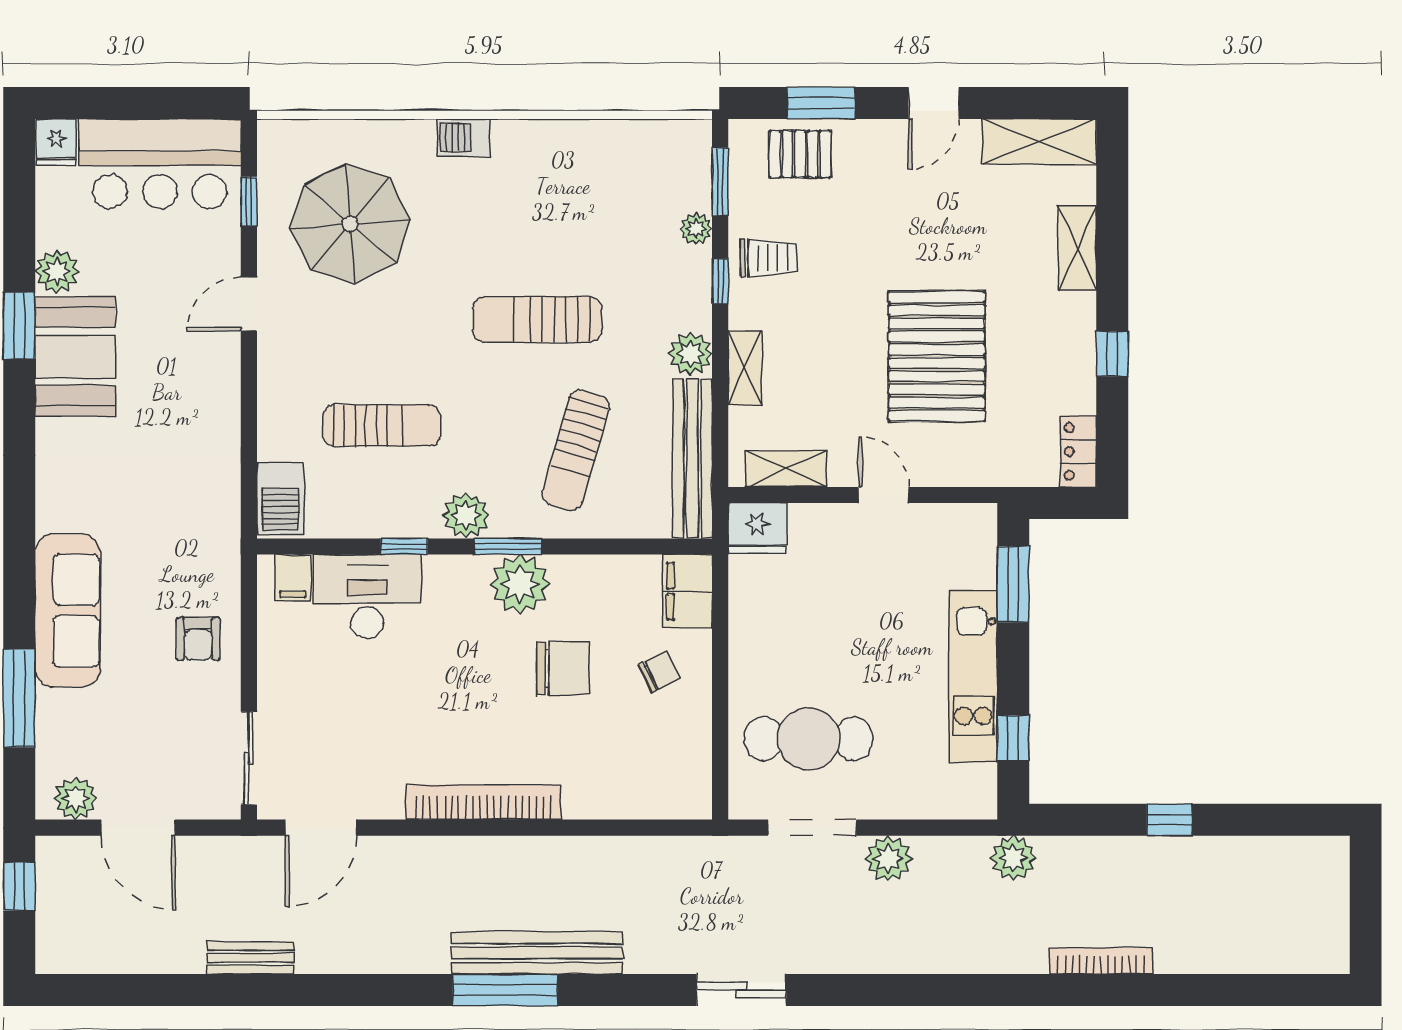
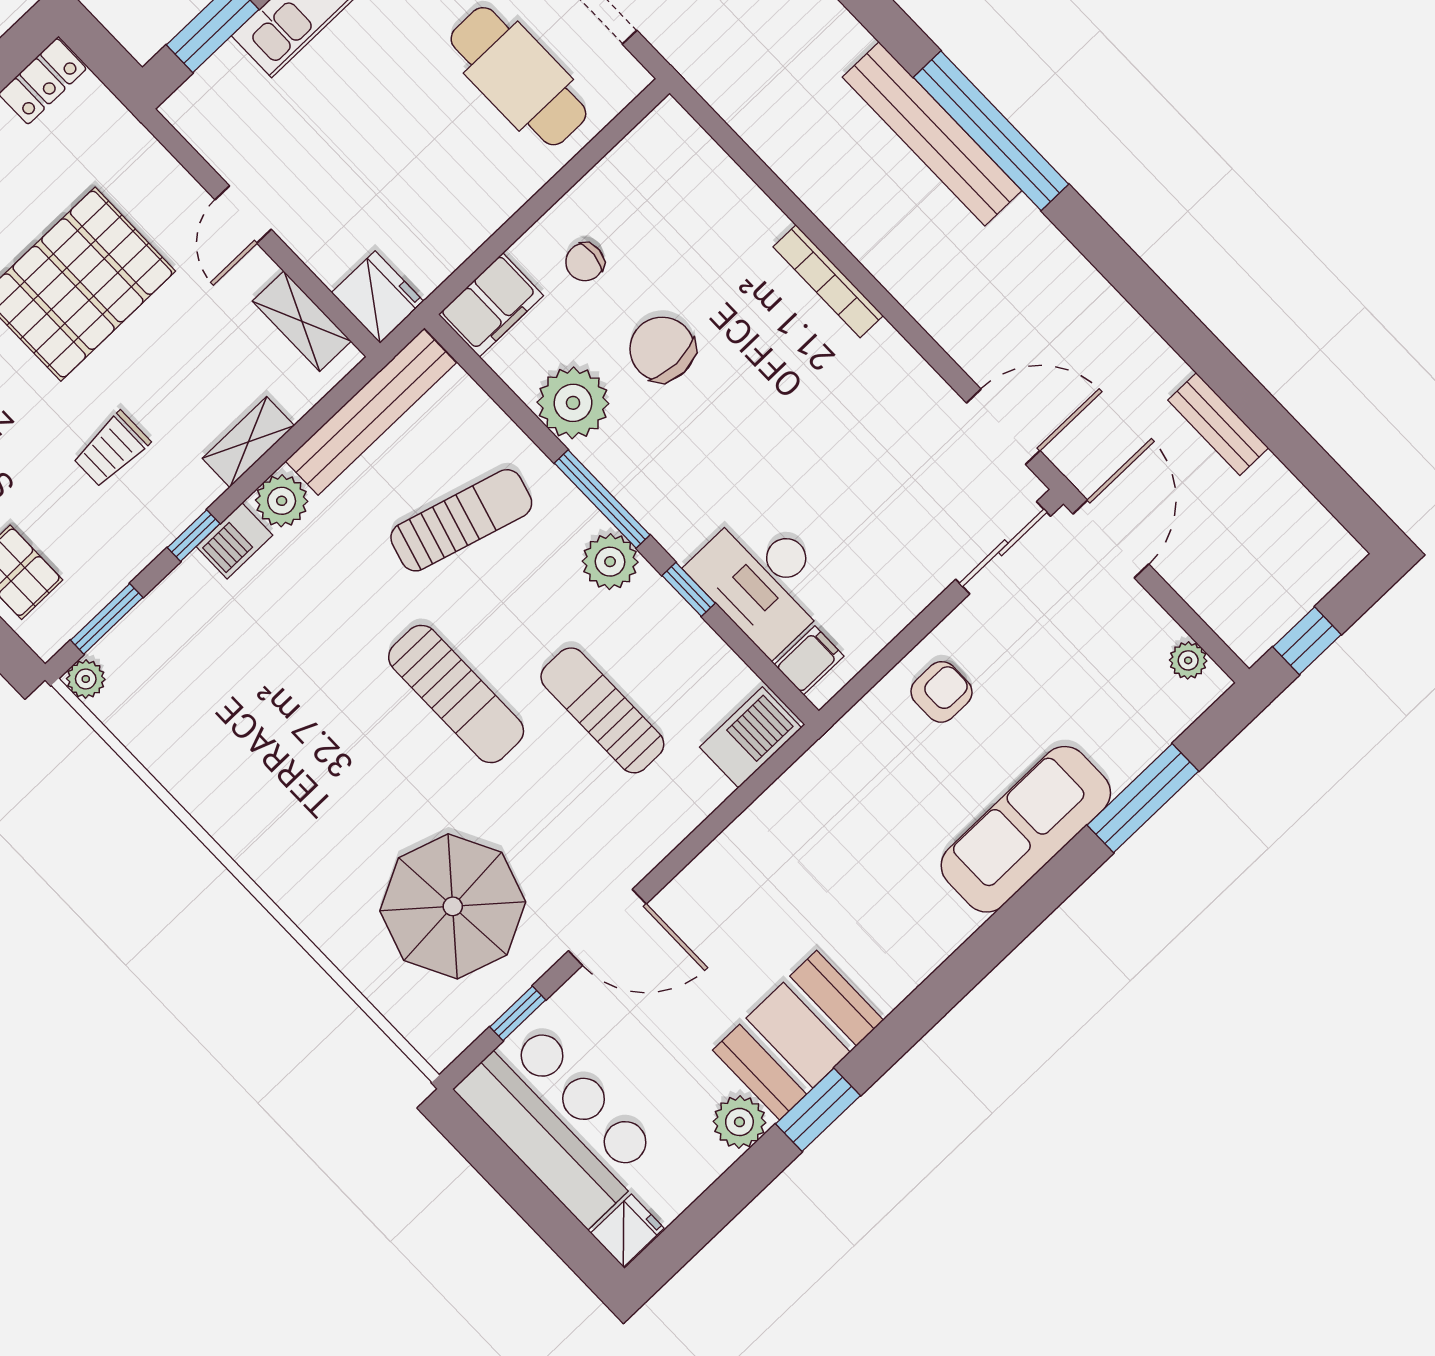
barbecue: (463, 137) -> (234, 541), moved, turned 90
plant: (696, 229) -> (86, 679), moved
trolley: (769, 258) -> (111, 449), moved, turned -90
door: (249, 304) -> (607, 927), width x1.38
sun lounger: (537, 319) -> (456, 694), moved
window: (508, 546) -> (602, 499), width x1.44
plant: (520, 584) -> (573, 403), moved
chair: (659, 672) -> (585, 262), turned -59
plant: (76, 798) -> (1188, 660), width x0.73, depth x0.73
bookcase: (483, 802) -> (828, 281), width x0.68, depth x0.76
door: (138, 828) -> (1111, 539), moved
bench: (251, 958) -> (1218, 424), moved
window: (505, 990) -> (991, 131), width x1.46

